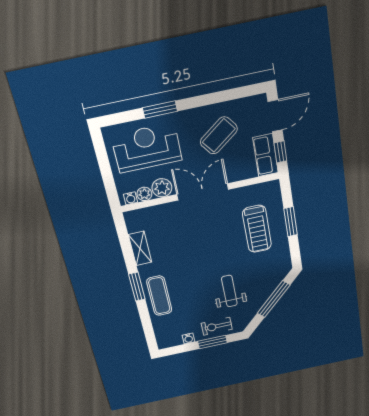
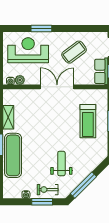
plant: (162, 188) -> (32, 78), removed
exercise mat: (159, 296) -> (13, 155), width x1.36, depth x1.45
window: (274, 299) -> (83, 185), moved

